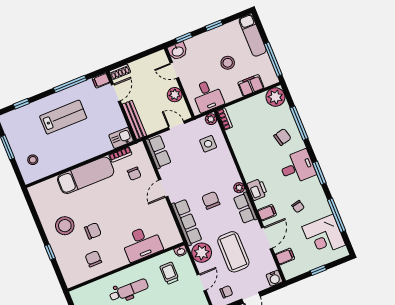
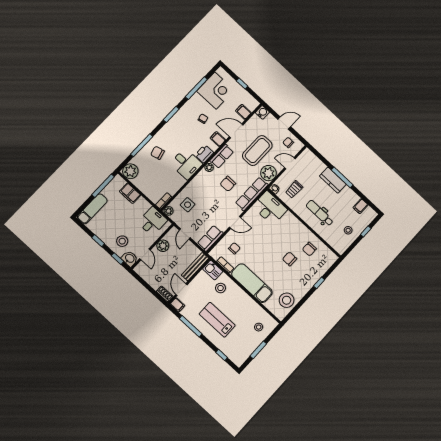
stool: (228, 63) -> (122, 241), moved
door: (116, 93) -> (181, 290), hinge flipped
stool: (97, 137) -> (220, 288), added
desk: (297, 167) -> (186, 164), moved, turned 180
stool: (65, 226) -> (287, 300), moved
desk: (142, 243) -> (270, 208), moved

